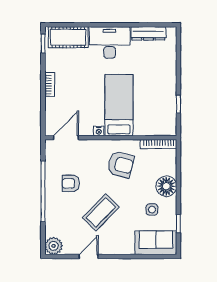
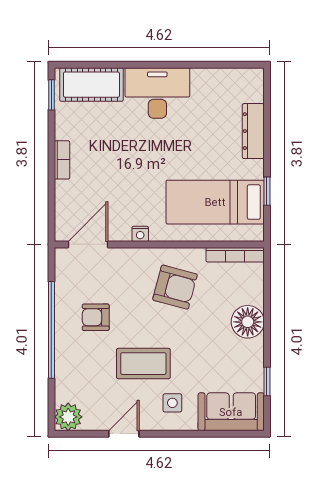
dresser: (148, 33) -> (253, 131), moved, turned 90
bed: (119, 105) -> (215, 202), moved, turned -90
side table: (152, 210) -> (172, 403), moved
coffee table: (101, 212) -> (143, 364), turned 46

